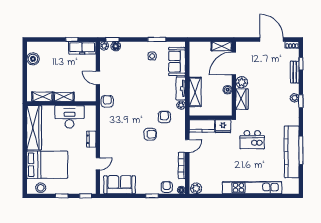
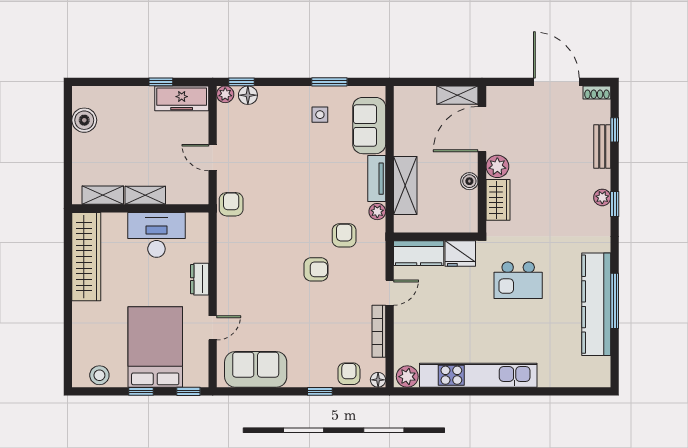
bed: (47, 165) -> (155, 347), moved, turned -90
kitchen unit: (252, 188) -> (478, 375), moved

